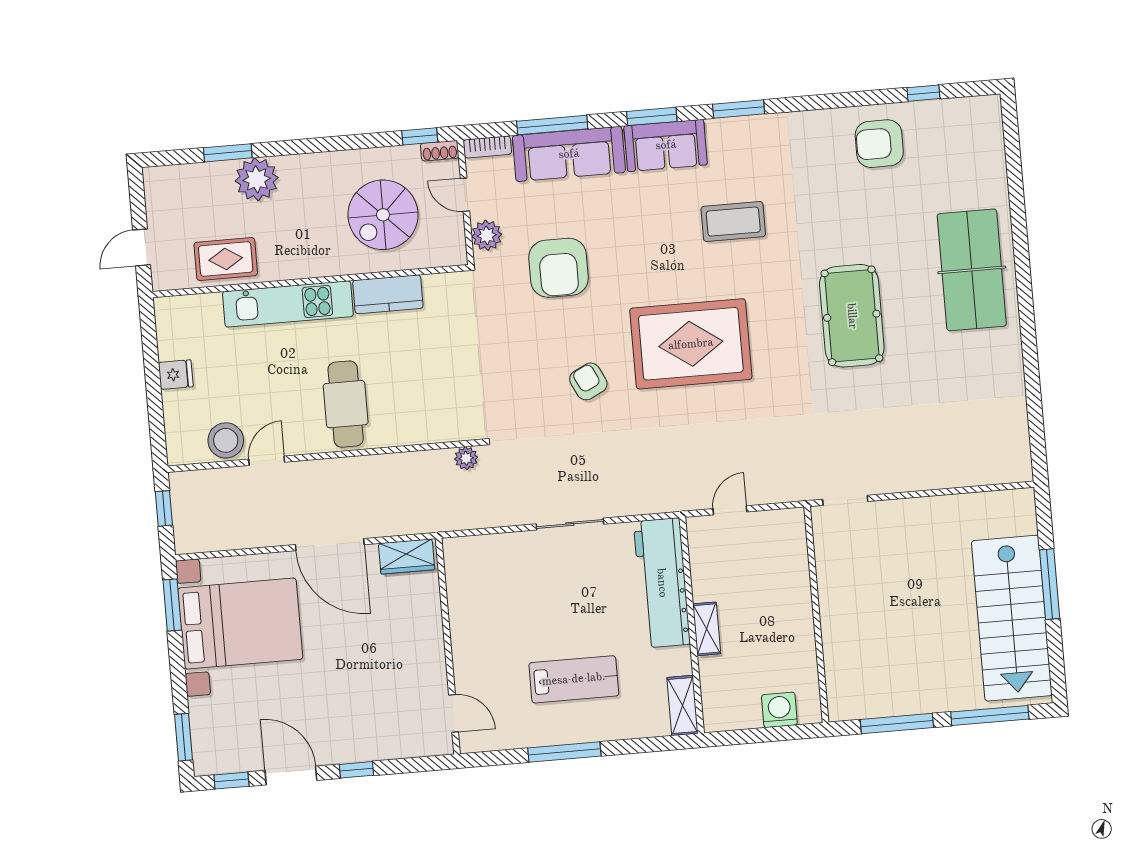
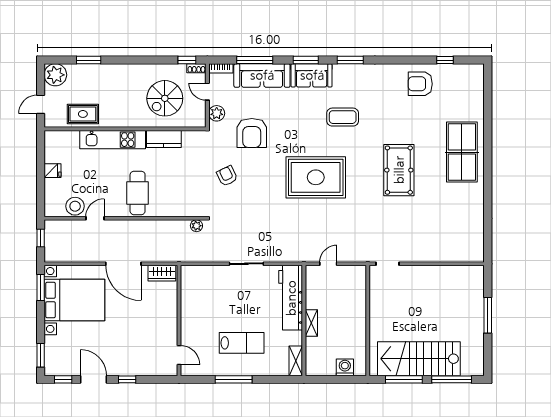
plant: (257, 179) -> (55, 75), moved
armchair: (588, 381) -> (227, 176), moved
stairs: (1012, 618) -> (419, 359), moved, turned 90

